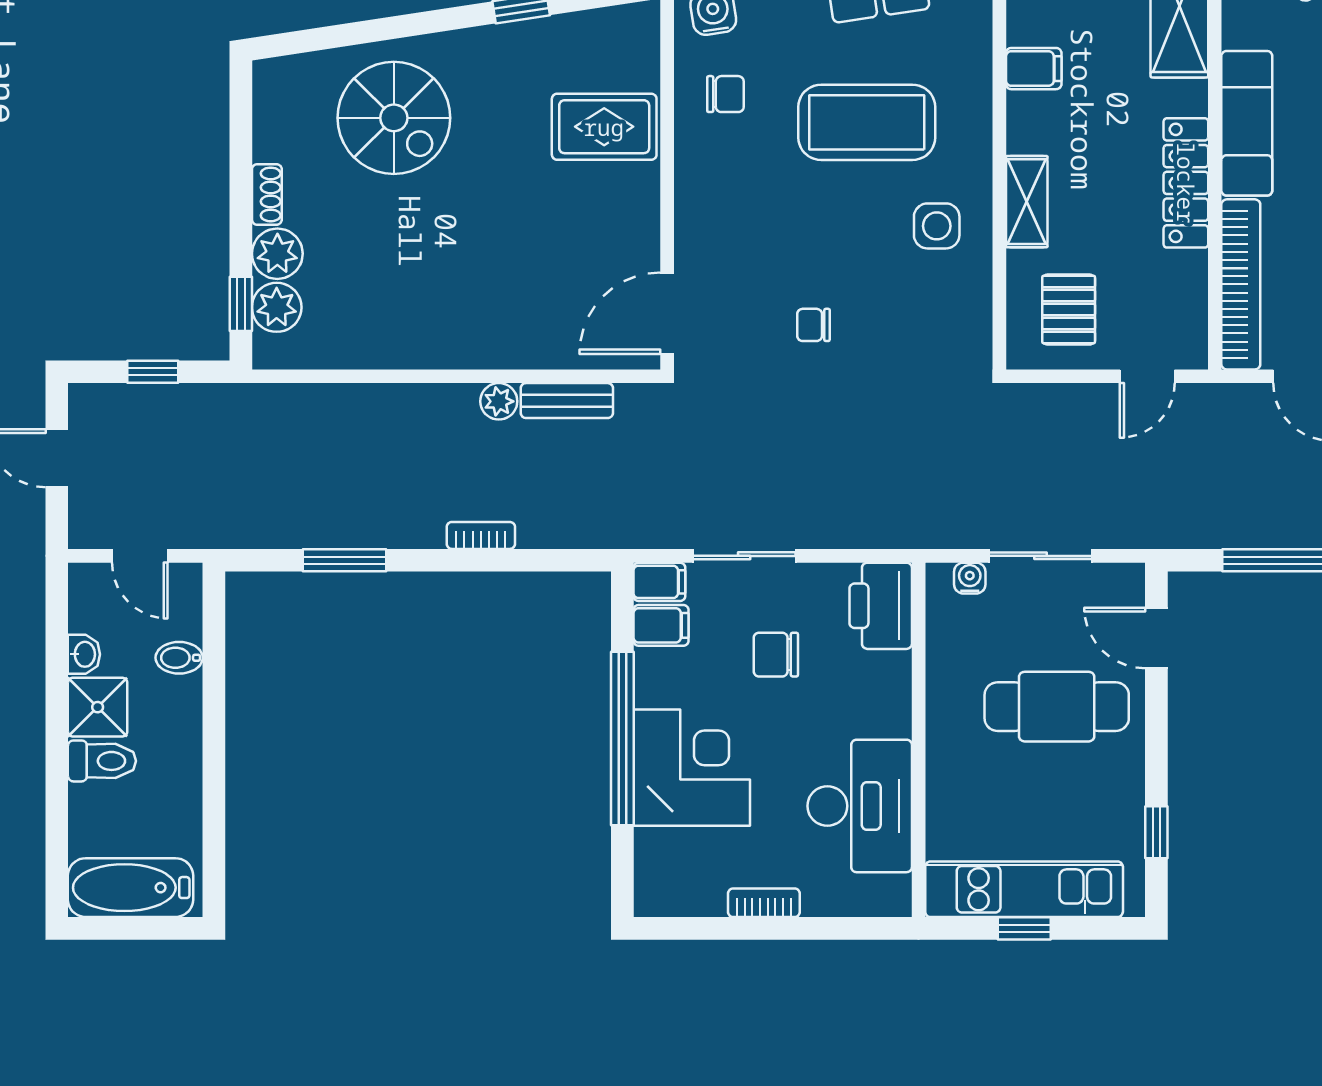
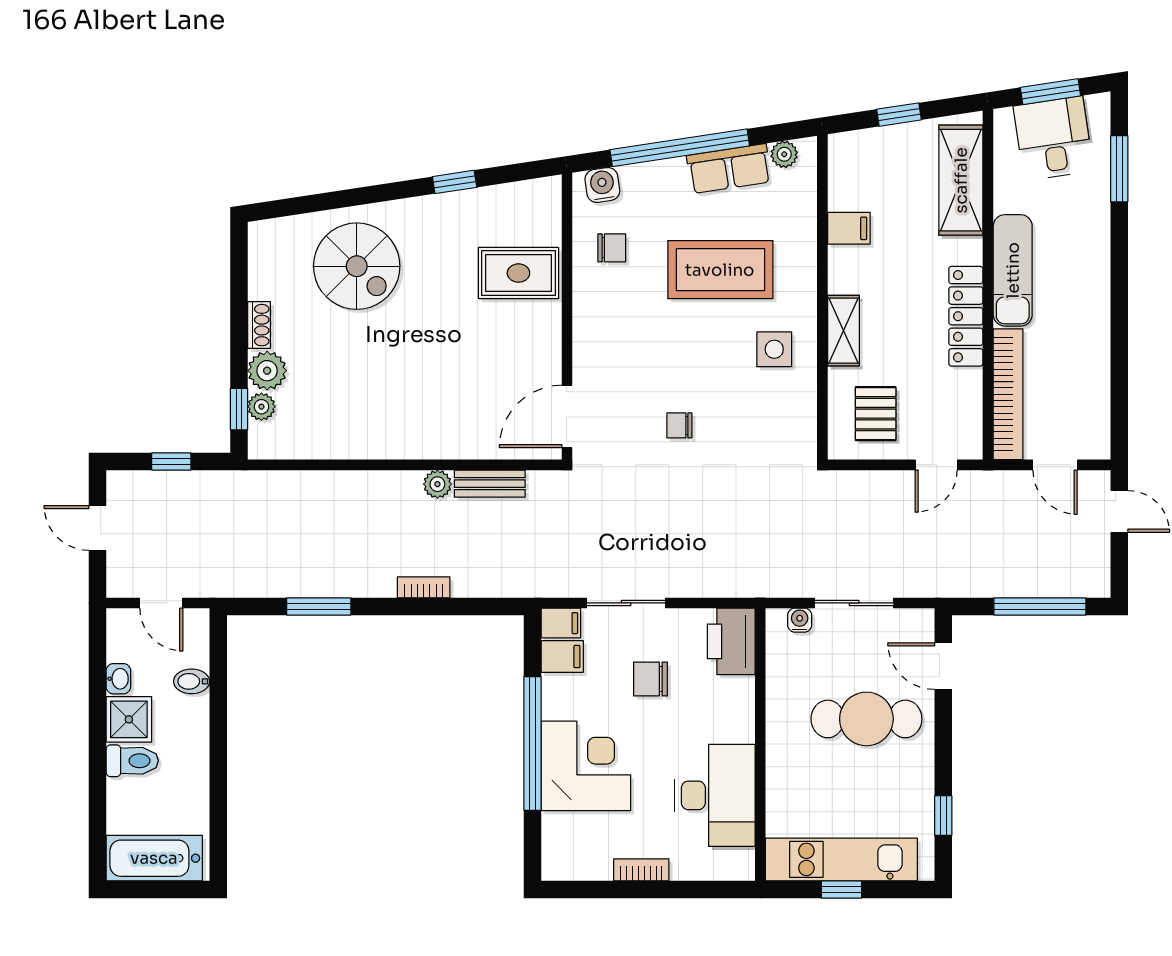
plant: (277, 307) -> (261, 407), width x0.73, depth x0.73

